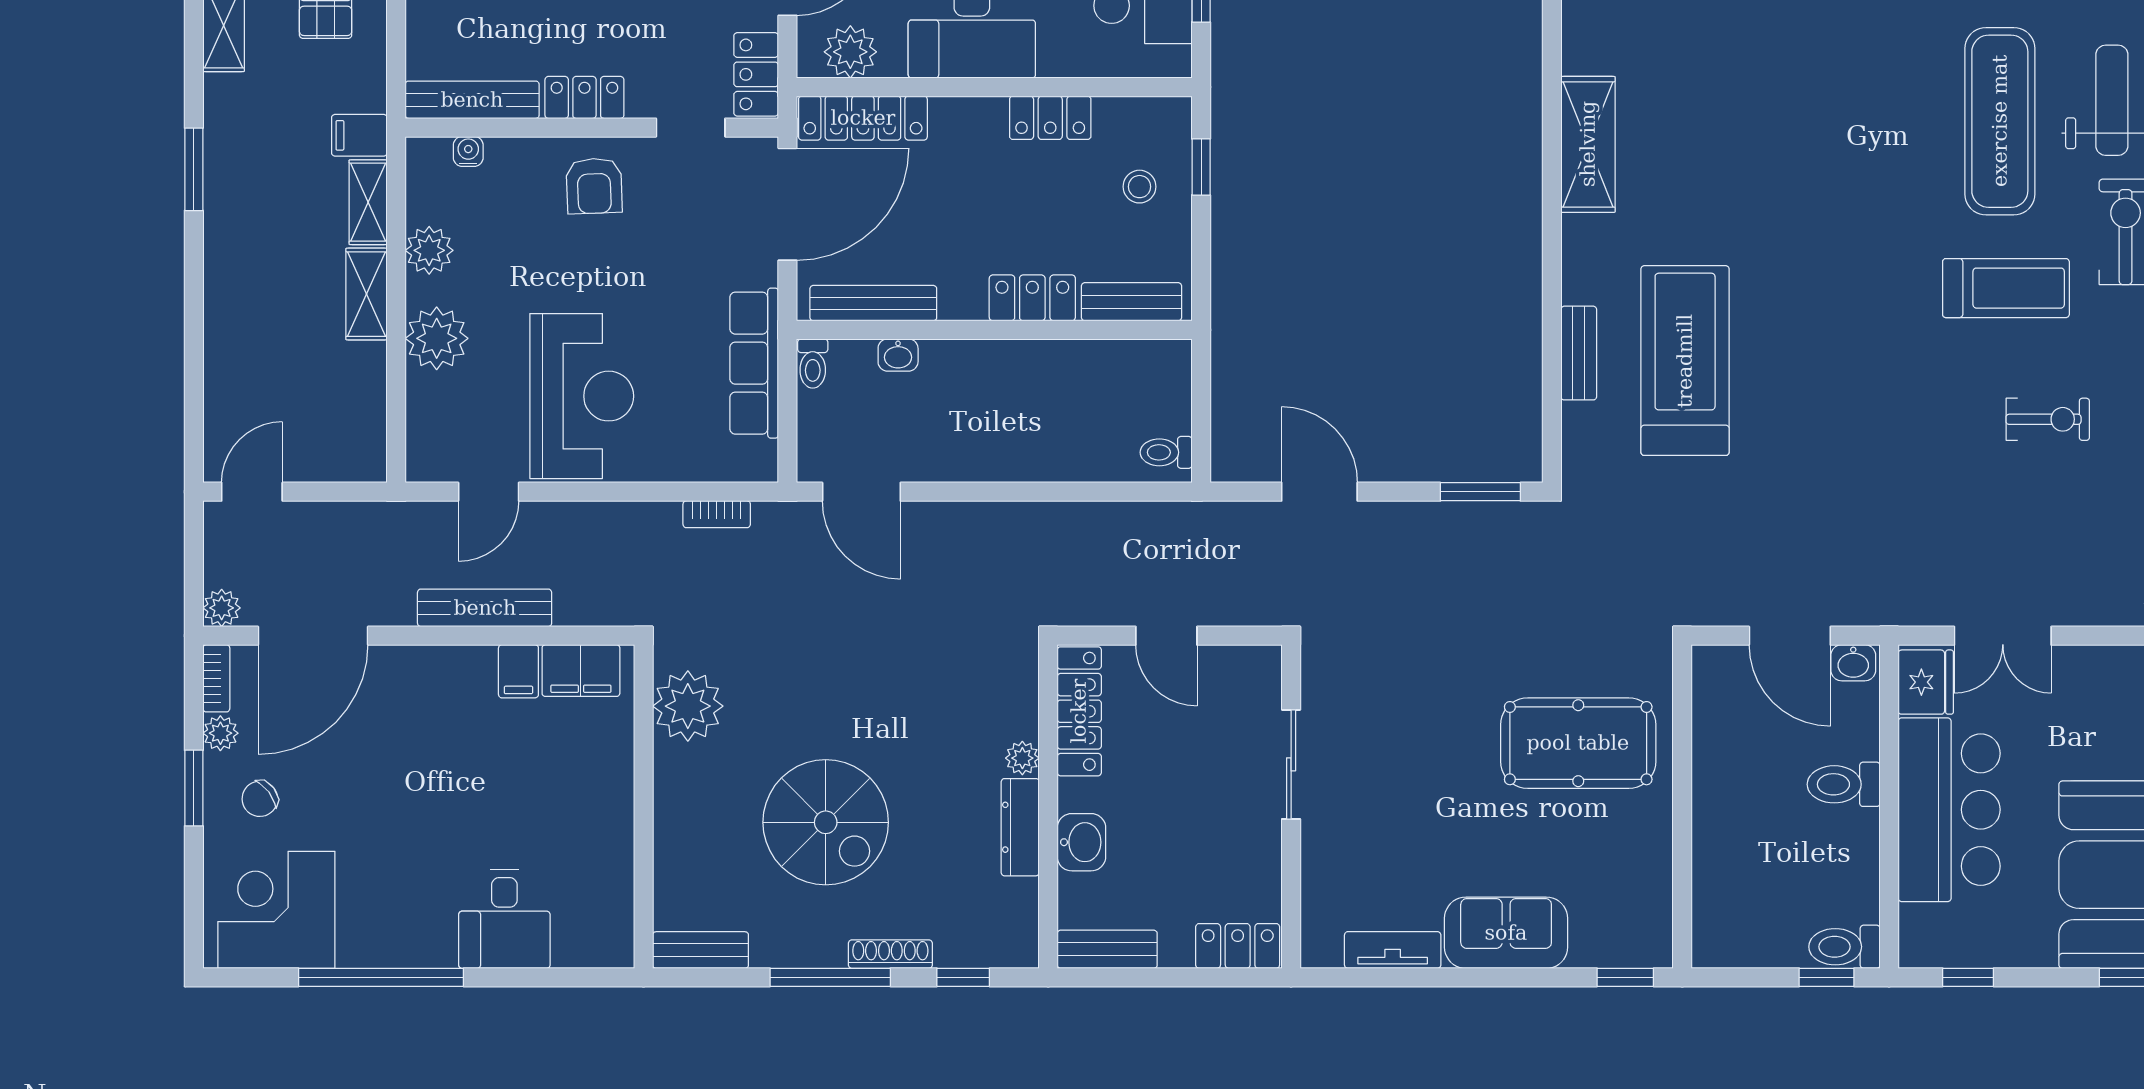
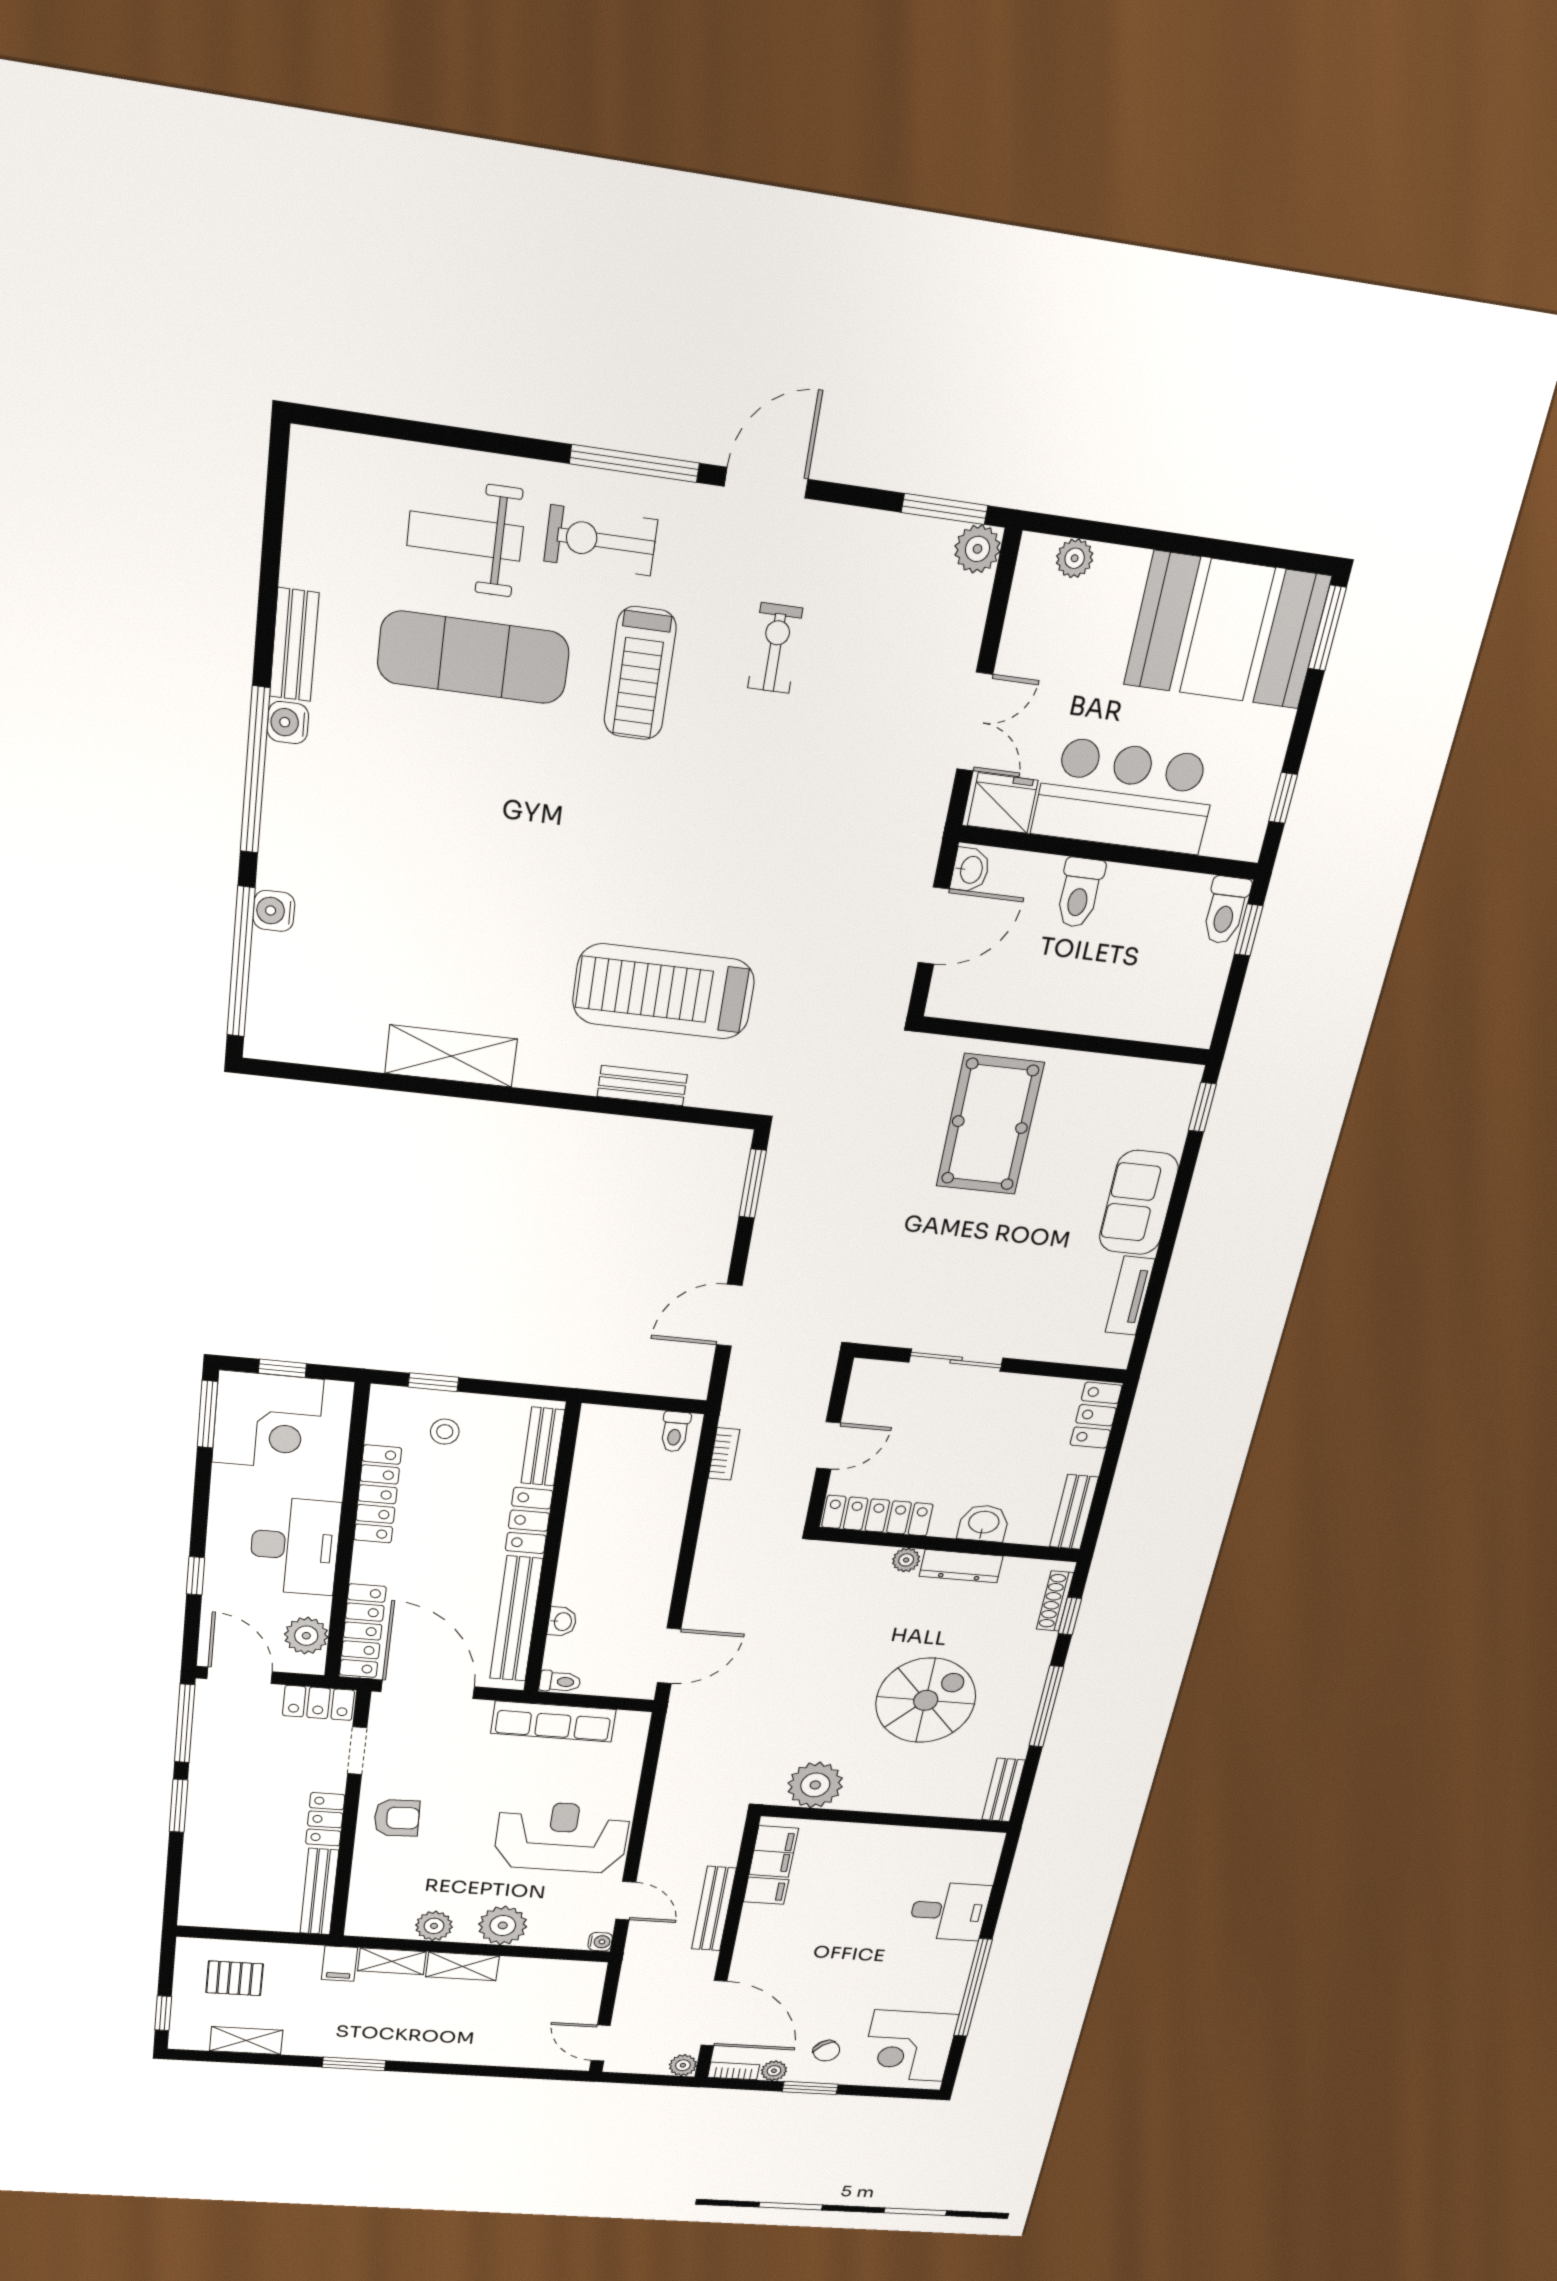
locker: (1050, 118) -> (378, 1494), width x1.53
water cooler: (468, 151) -> (600, 1942), moved, turned 180
treadmill: (2006, 288) -> (640, 674), turned 180
bench: (873, 303) -> (516, 1619), width x1.37, depth x1.21
bookcase: (717, 514) -> (724, 1454), moved
shoe rack: (890, 954) -> (1055, 1601), moved

